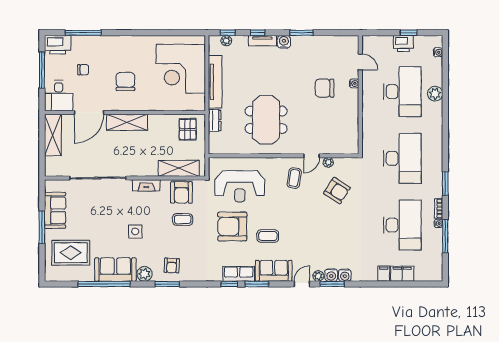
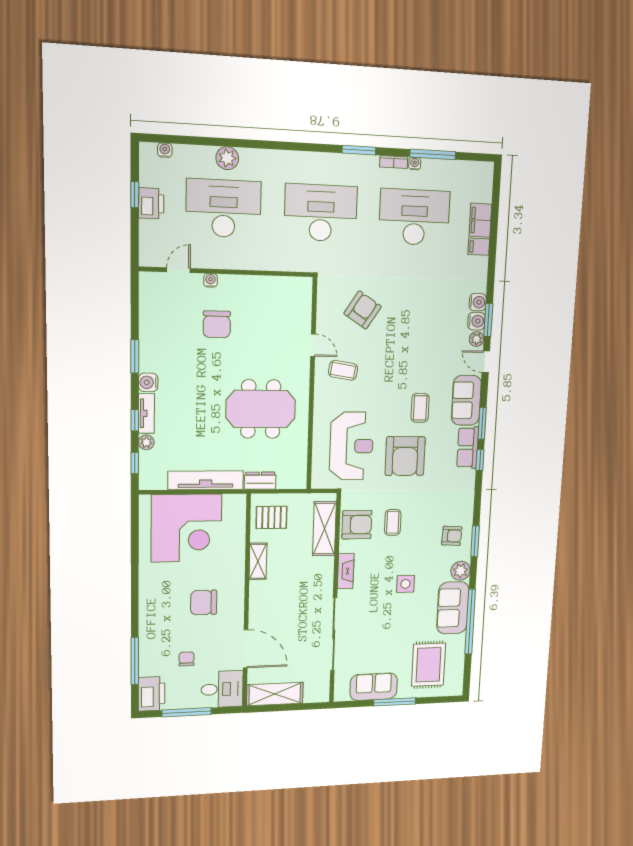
plant: (226, 41) -> (146, 442), moved
shelving: (127, 122) -> (258, 561), moved, width x0.67, depth x0.75
plant: (328, 162) -> (323, 322), removed

